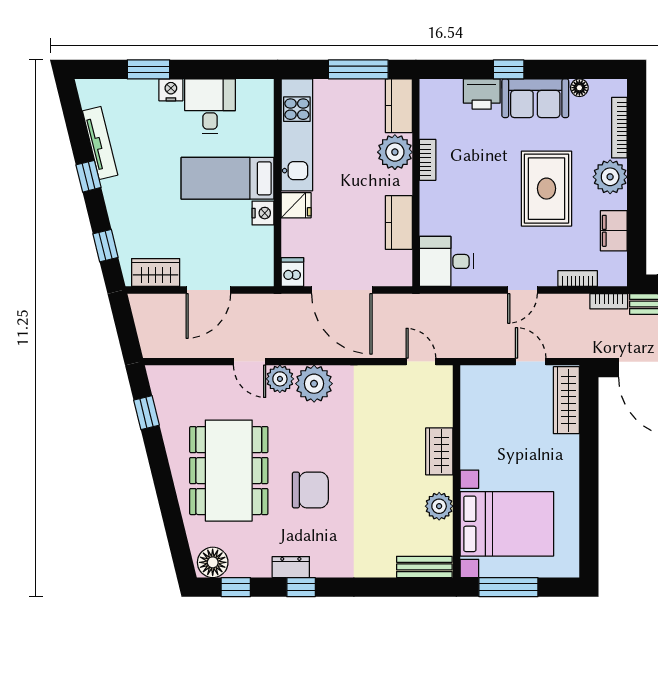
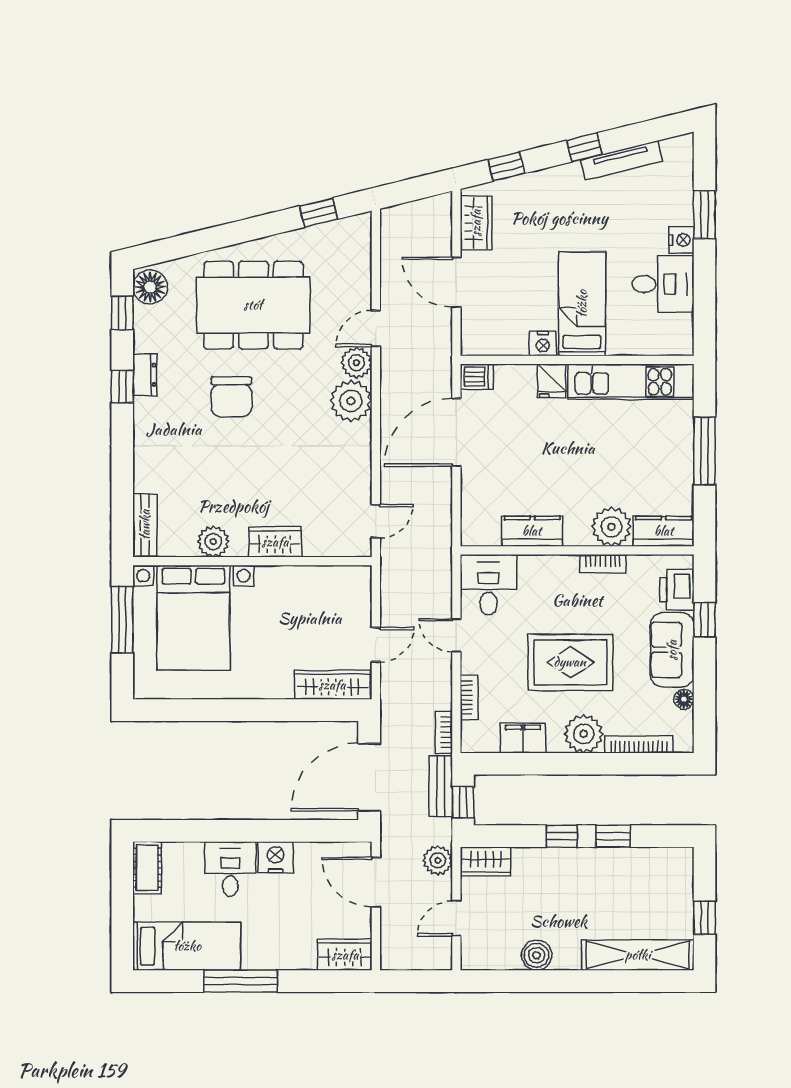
kitchen counter: (399, 106) -> (664, 531), moved
plant: (395, 152) -> (611, 527), moved
bookcase: (428, 160) -> (603, 564), moved
wall: (416, 183) -> (577, 550), moved
kitchen counter: (399, 223) -> (532, 531), moved
desk: (446, 261) -> (488, 585), moved

